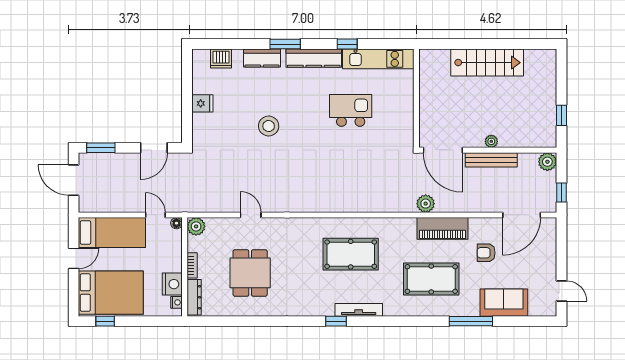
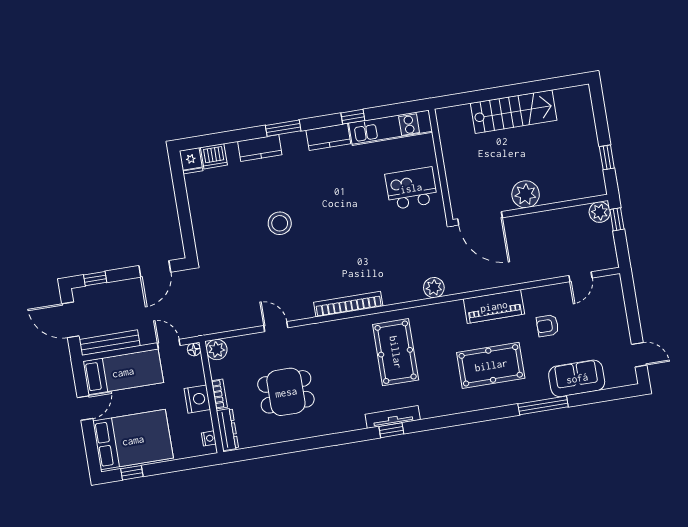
kitchen counter: (314, 58) -> (328, 137), width x0.67
fridge: (202, 103) -> (191, 161), moved, turned 90
kitchen island: (351, 110) -> (411, 188), moved
plant: (491, 141) -> (526, 194), width x1.88, depth x1.88
window: (101, 148) -> (95, 279), width x0.67
bench: (491, 160) -> (110, 343), moved
window: (561, 192) -> (617, 219), moved
plant: (426, 204) -> (434, 288), moved
bookcase: (317, 206) -> (348, 304), added
door: (522, 215) -> (580, 277), width x0.53
pool table: (351, 254) -> (396, 352), turned 90
dining table: (250, 273) -> (286, 392), turned 90
nightstand: (172, 284) -> (197, 399), moved
tv unit: (359, 310) -> (393, 417), moved

